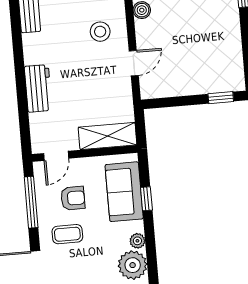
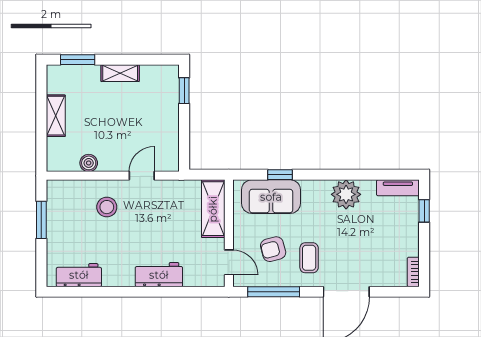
shelving: (233, 33) -> (120, 73), added
door: (134, 63) -> (142, 176), hinge flipped
armchair: (73, 198) -> (273, 249), turned -105
plant: (137, 241) -> (322, 187), removed

